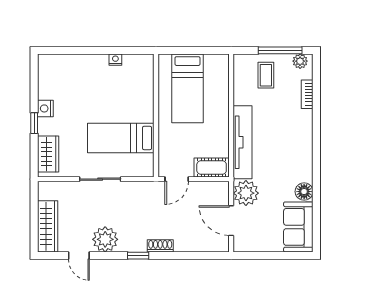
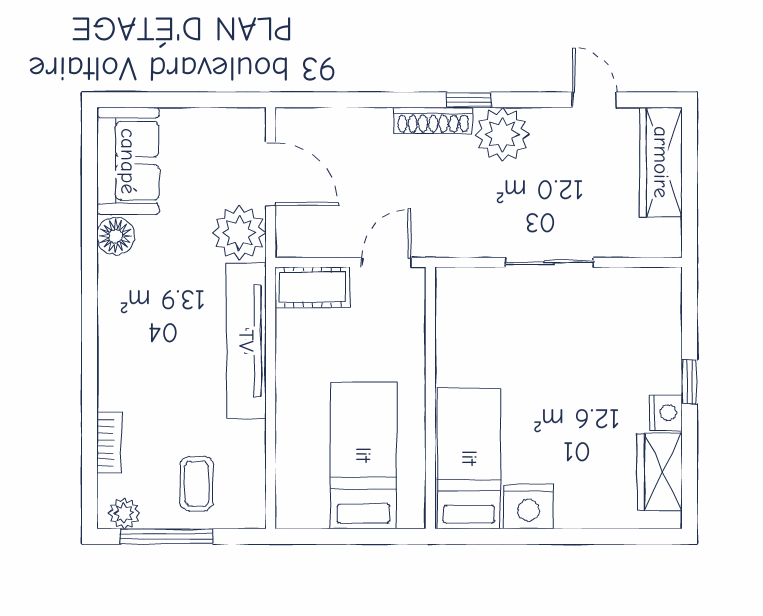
nightstand: (115, 60) -> (528, 507), width x1.89, depth x1.79
bed: (121, 138) -> (469, 458), moved, turned -90
wardrobe: (48, 154) -> (660, 472), moved
plant: (105, 239) -> (502, 134), moved
shoe rack: (160, 246) -> (433, 121), width x1.43

